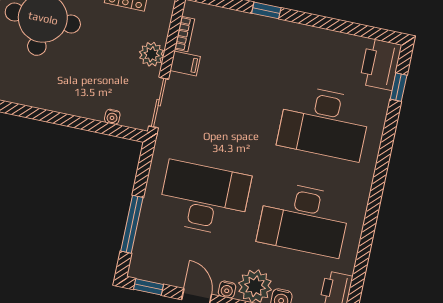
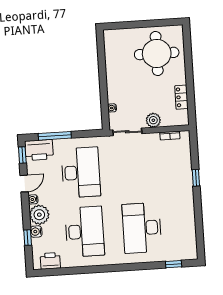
filing cabinet: (185, 63) -> (153, 141), removed
printer: (380, 64) -> (39, 150), moved, turned 180
desk: (304, 219) -> (85, 232), turned 180

